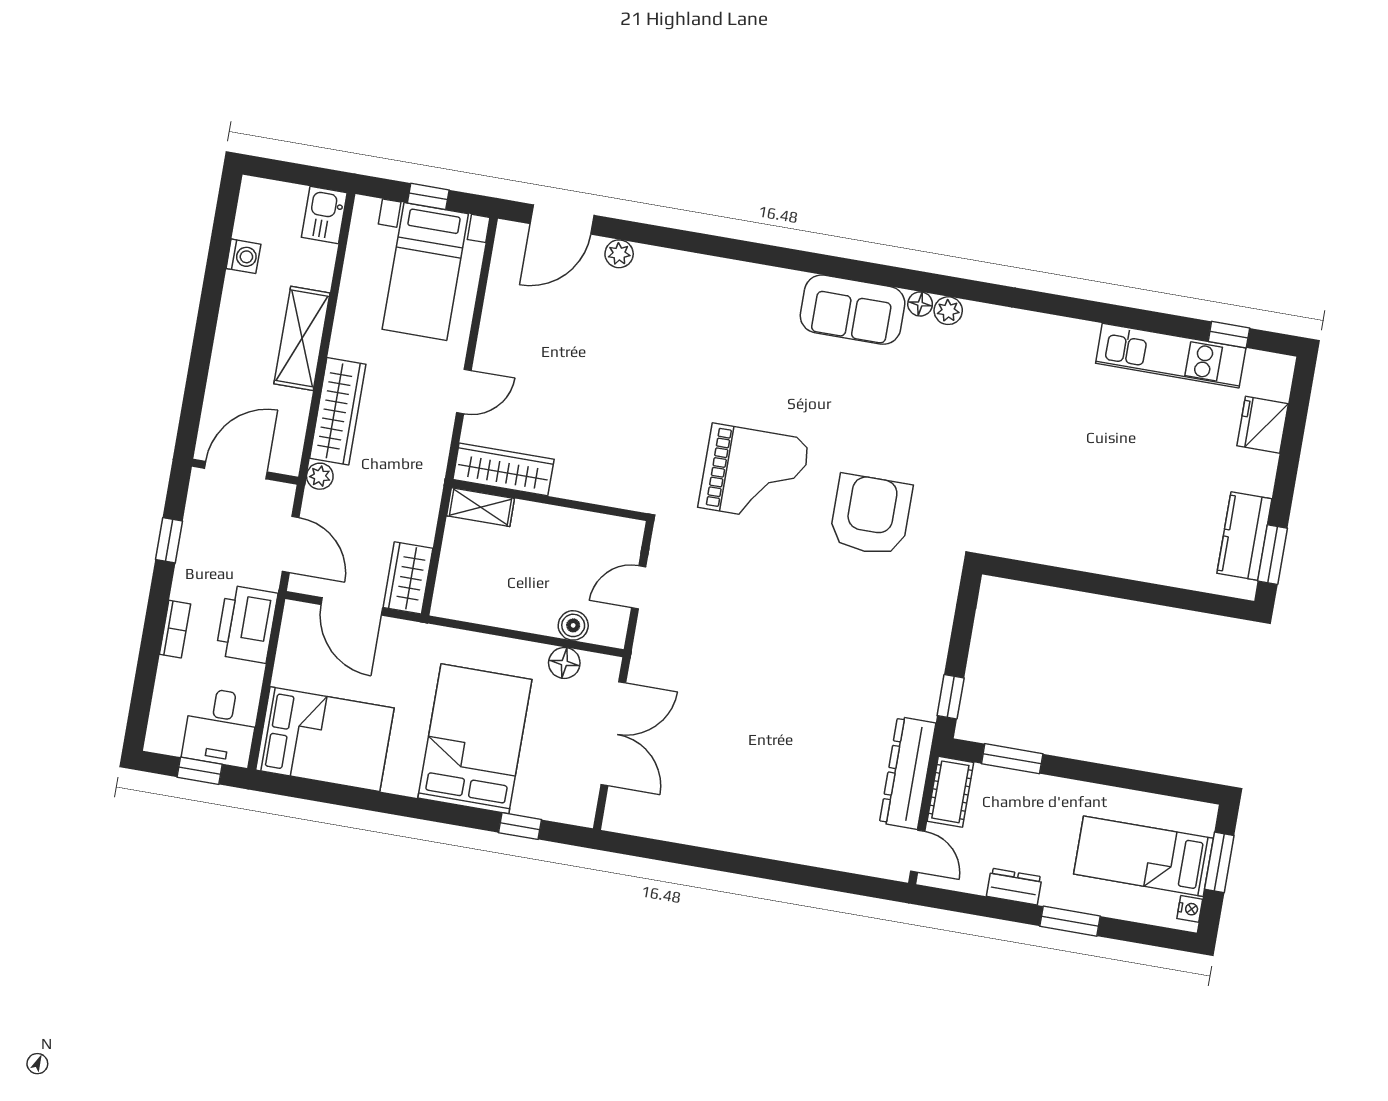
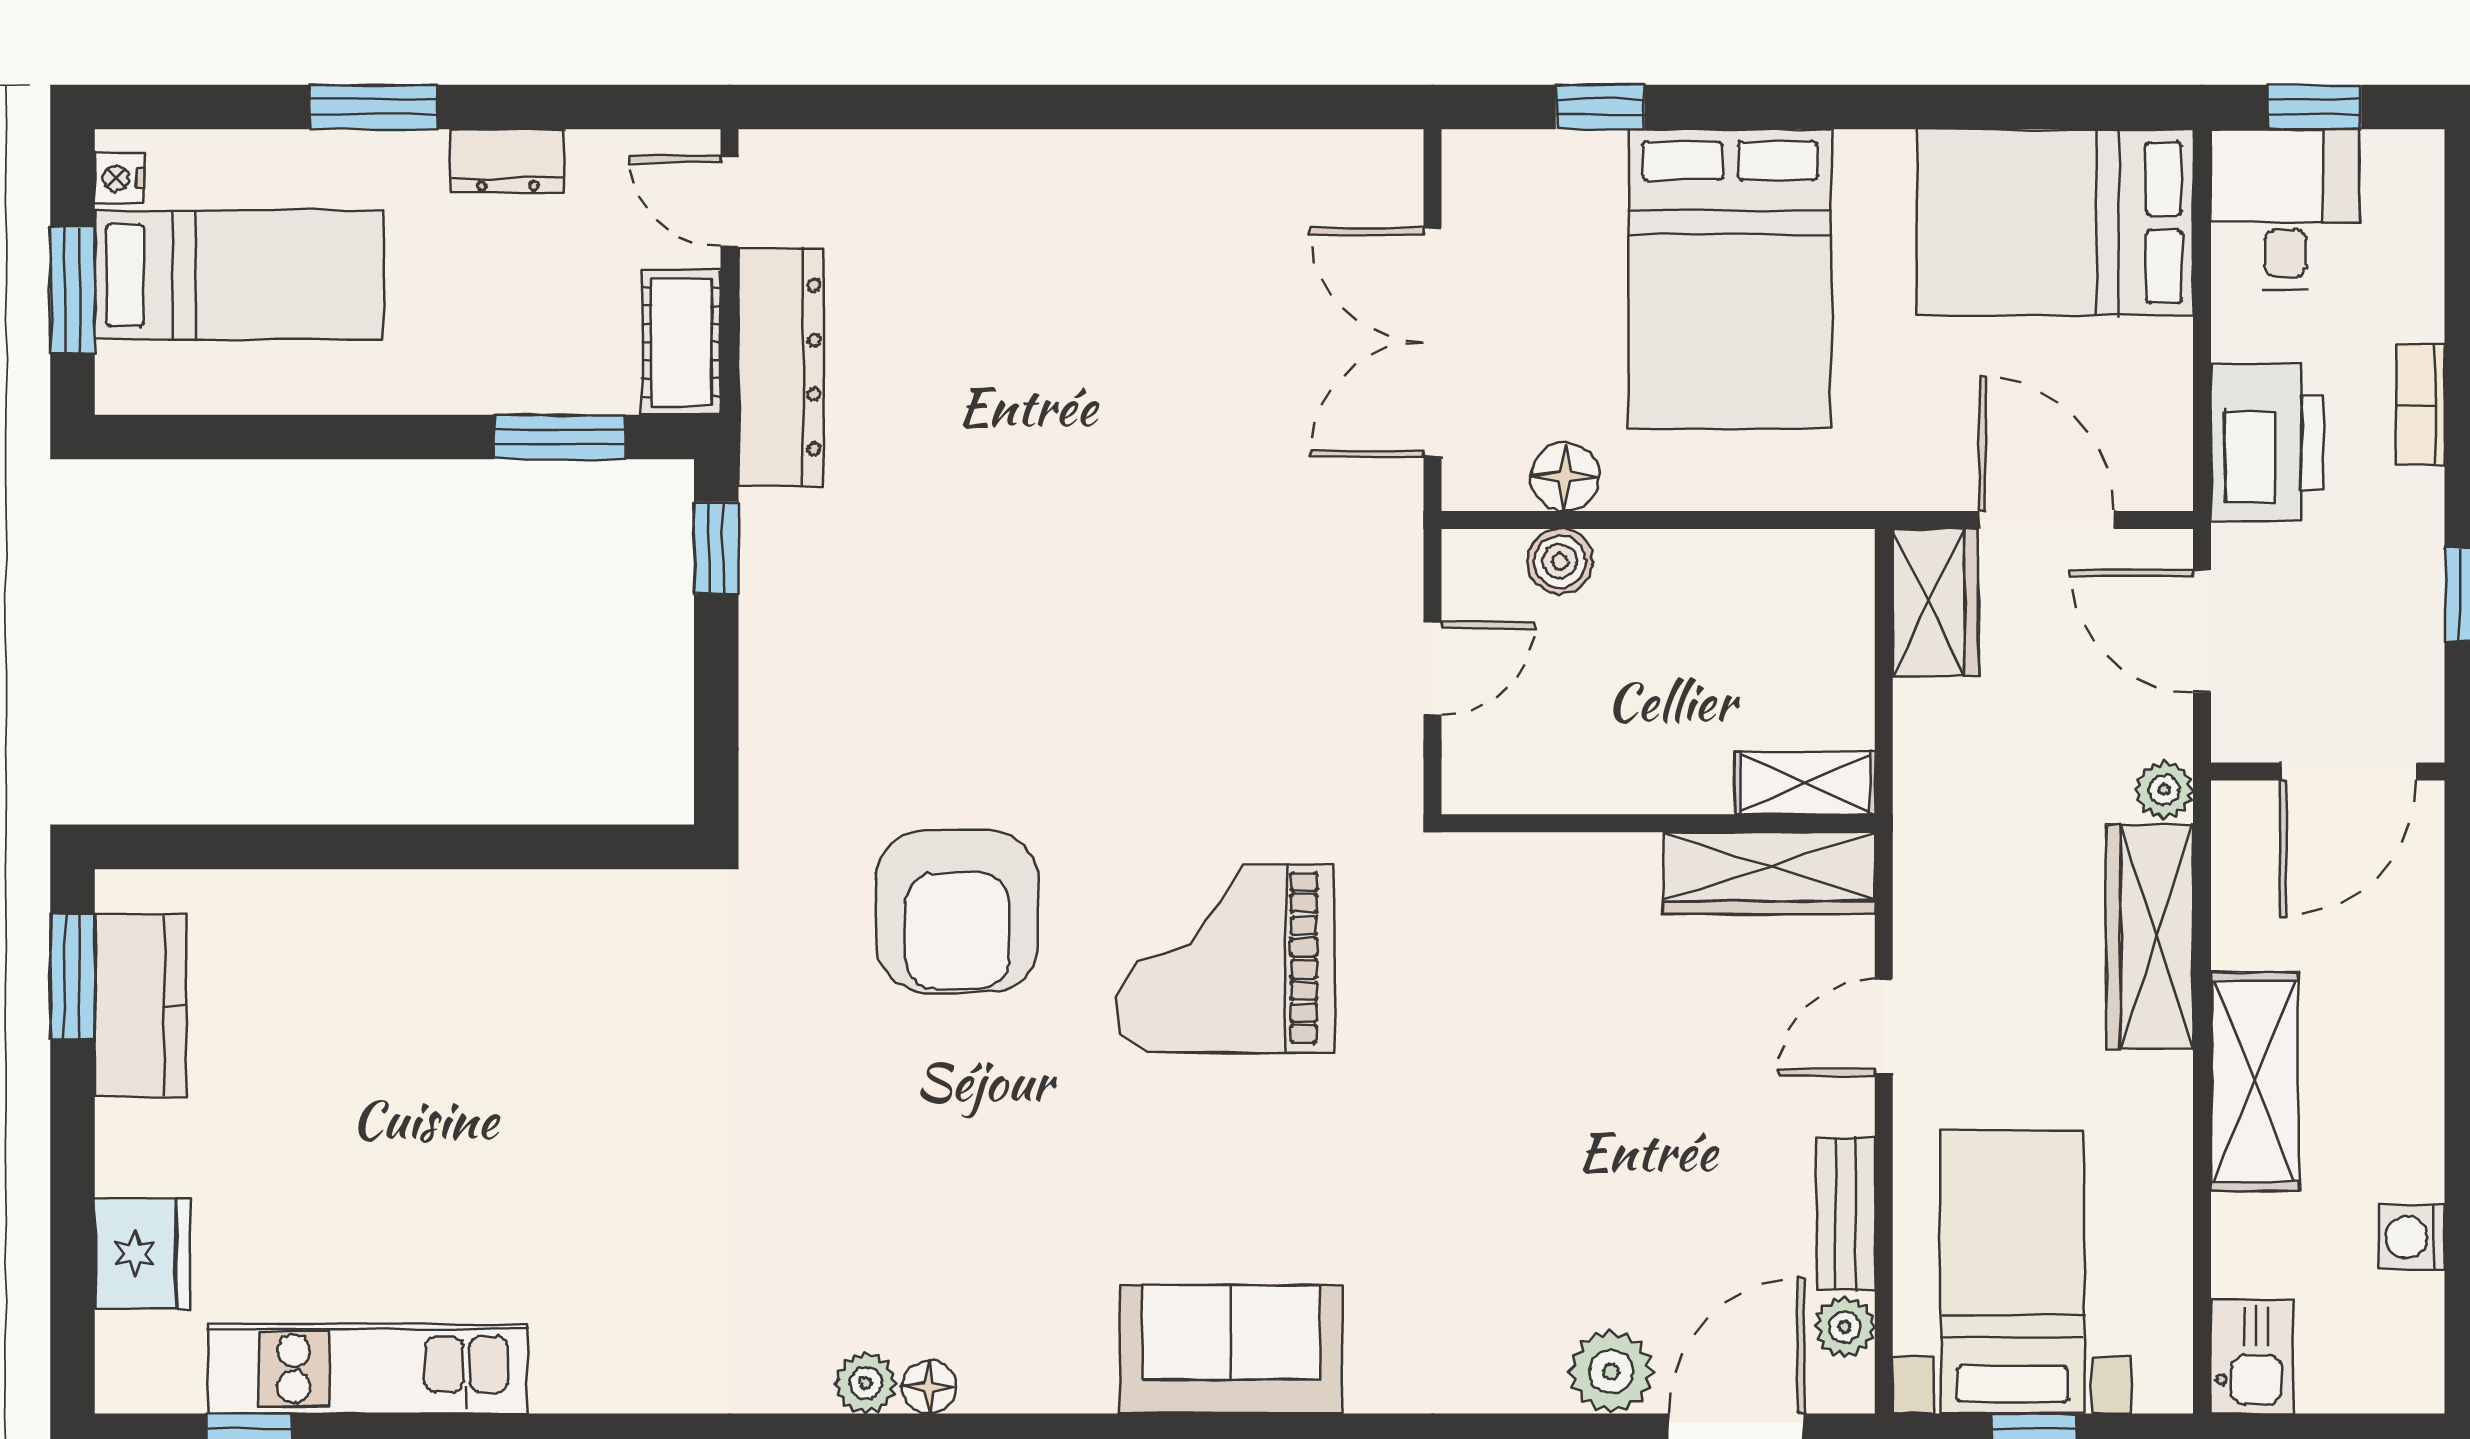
plant: (619, 254) -> (1611, 1371), width x1.38, depth x1.38
plant: (505, 260) -> (1845, 1327), added
sofa: (853, 310) -> (1231, 1349), moved
bench: (496, 311) -> (1846, 1214), added

